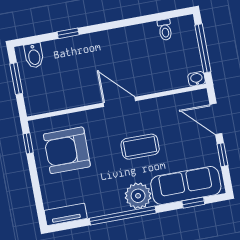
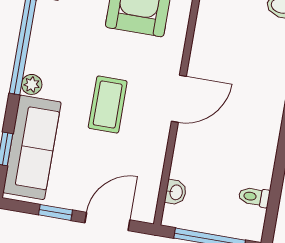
washbasin: (197, 79) -> (176, 192), moved
plant: (138, 196) -> (32, 84), width x0.53, depth x0.53

